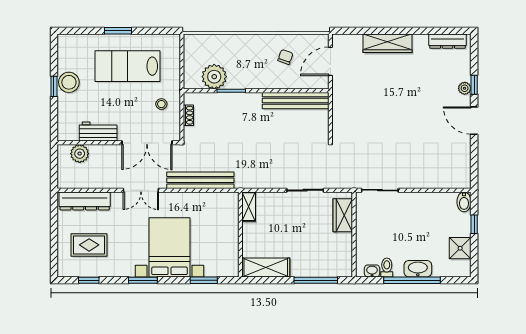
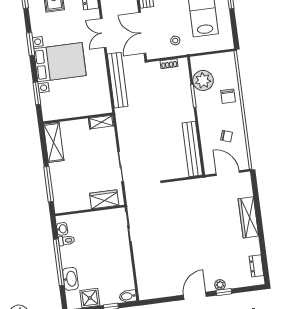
dresser: (448, 41) -> (256, 266), width x0.70
chair: (237, 49) -> (228, 96), added
washbasin: (418, 269) -> (70, 279), moved

